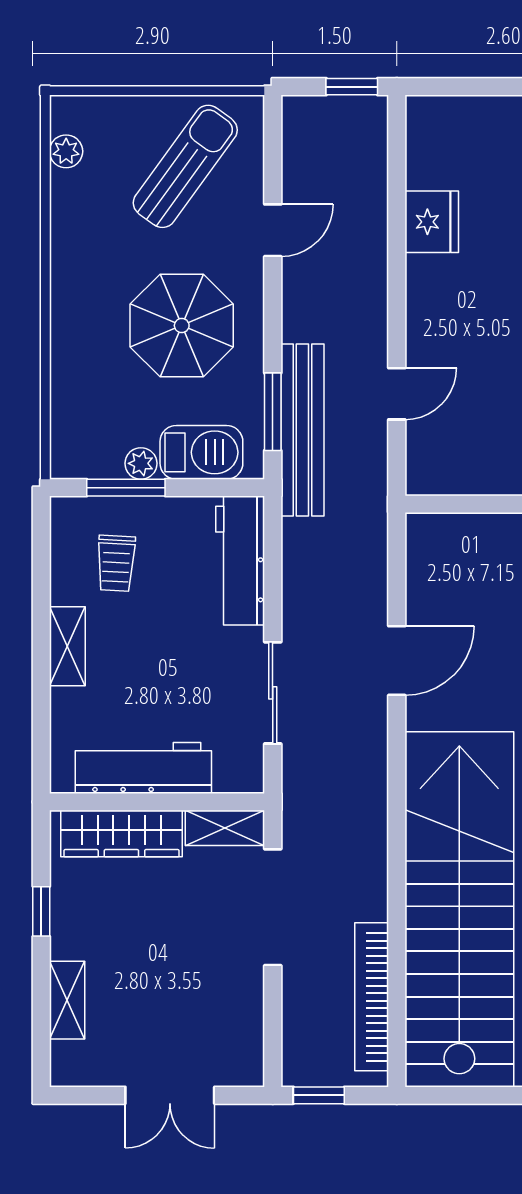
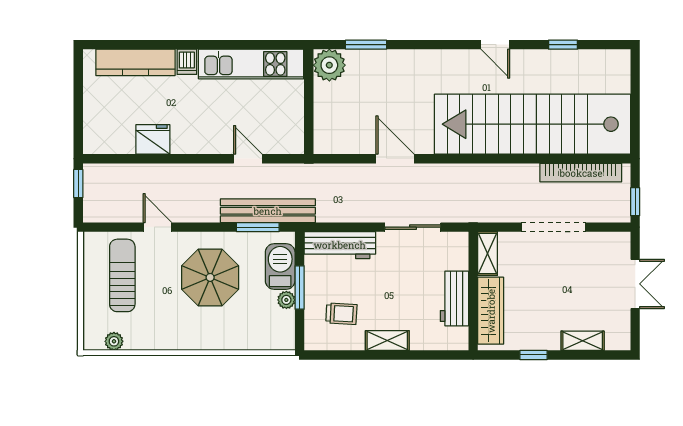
sun lounger: (185, 166) -> (122, 275), turned 54
window: (126, 488) -> (300, 287), moved
workbench: (143, 768) -> (454, 299), width x0.73
doorway: (273, 907) -> (554, 227), moved

